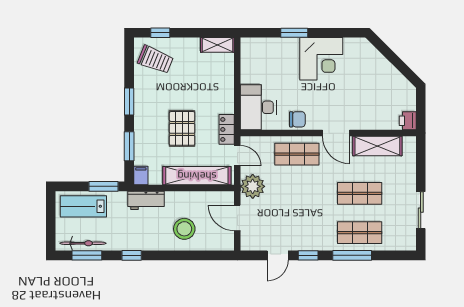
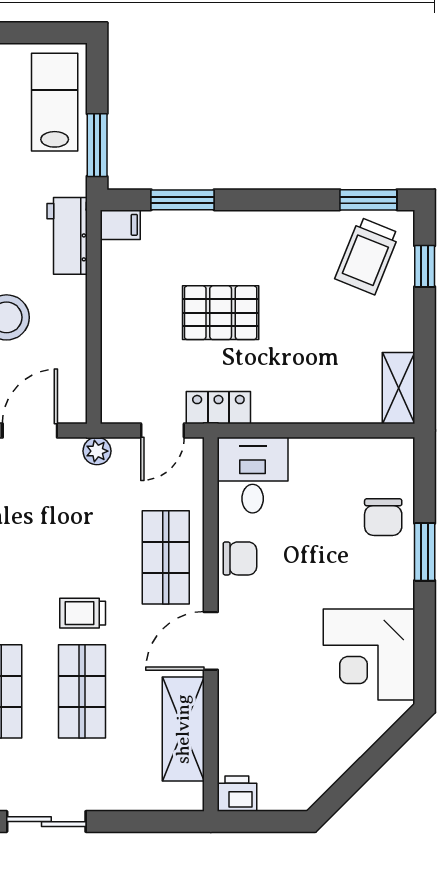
chair: (278, 52) -> (383, 517), added
corner desk: (321, 59) -> (369, 655), moved
window: (129, 102) -> (368, 200), moved
desk: (258, 107) -> (253, 475), width x0.73
chair: (297, 119) -> (240, 558), turned -90
shelving: (197, 176) -> (120, 344), removed
plant: (253, 186) -> (97, 451), width x0.53, depth x0.53
trolley: (323, 193) -> (83, 613), added

